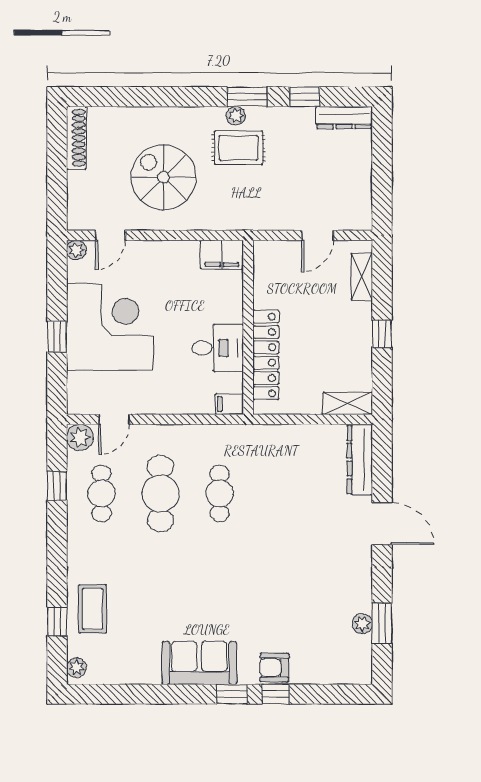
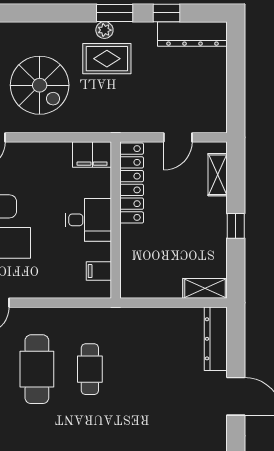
dresser: (344, 117) -> (192, 34), width x1.37, depth x1.24
spiral stairs: (163, 177) -> (40, 85), turned 180
desk: (218, 348) -> (88, 220), moved
locker: (266, 355) -> (132, 183), moved
filing cabinet: (229, 404) -> (99, 271), moved

